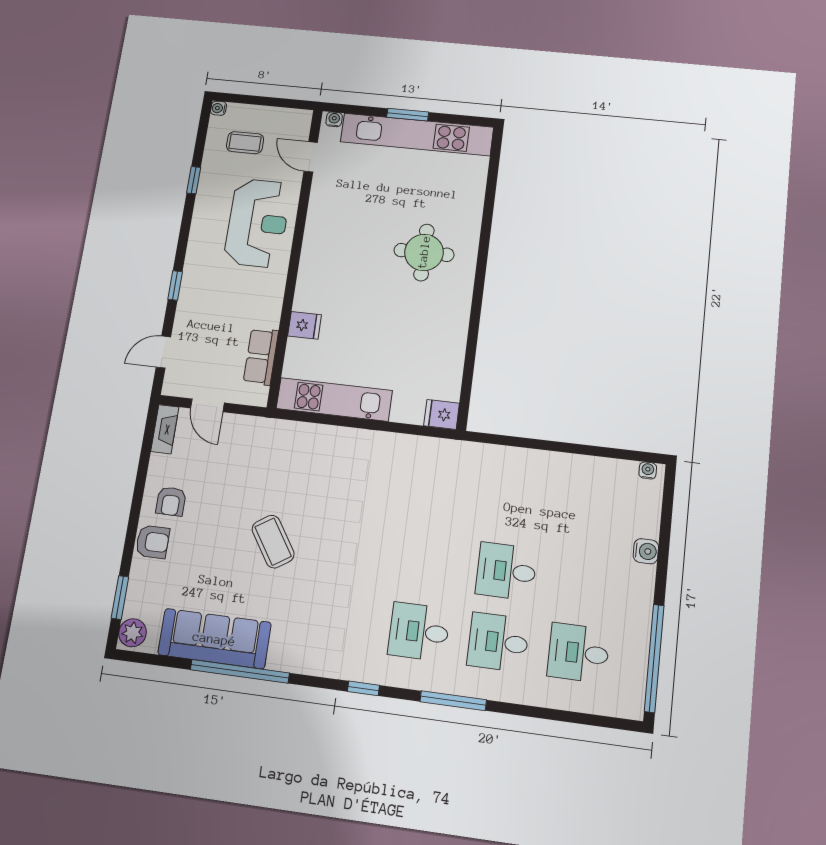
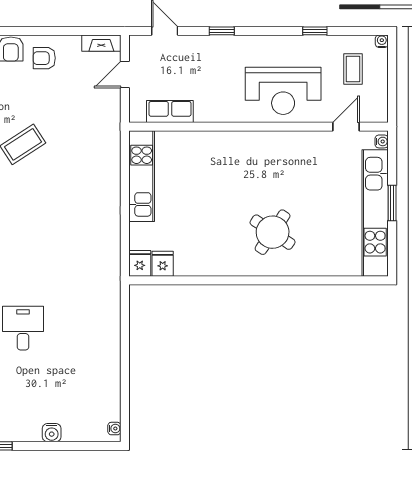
round table: (424, 252) -> (273, 232), turned 34
fridge: (305, 325) -> (163, 264), moved, turned 180

